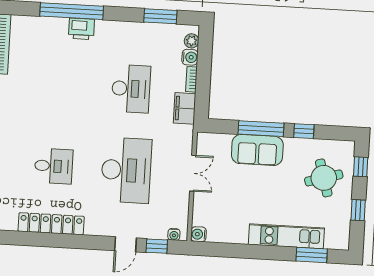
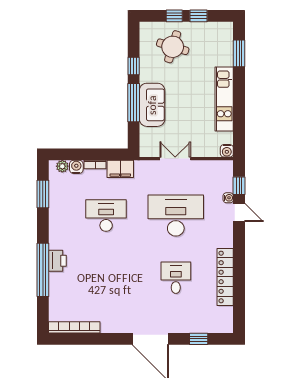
window: (361, 167) -> (174, 16), moved
round table: (324, 178) -> (173, 47), turned 33
water cooler: (174, 234) -> (228, 198), moved
kitchen unit: (286, 236) -> (224, 99), moved

